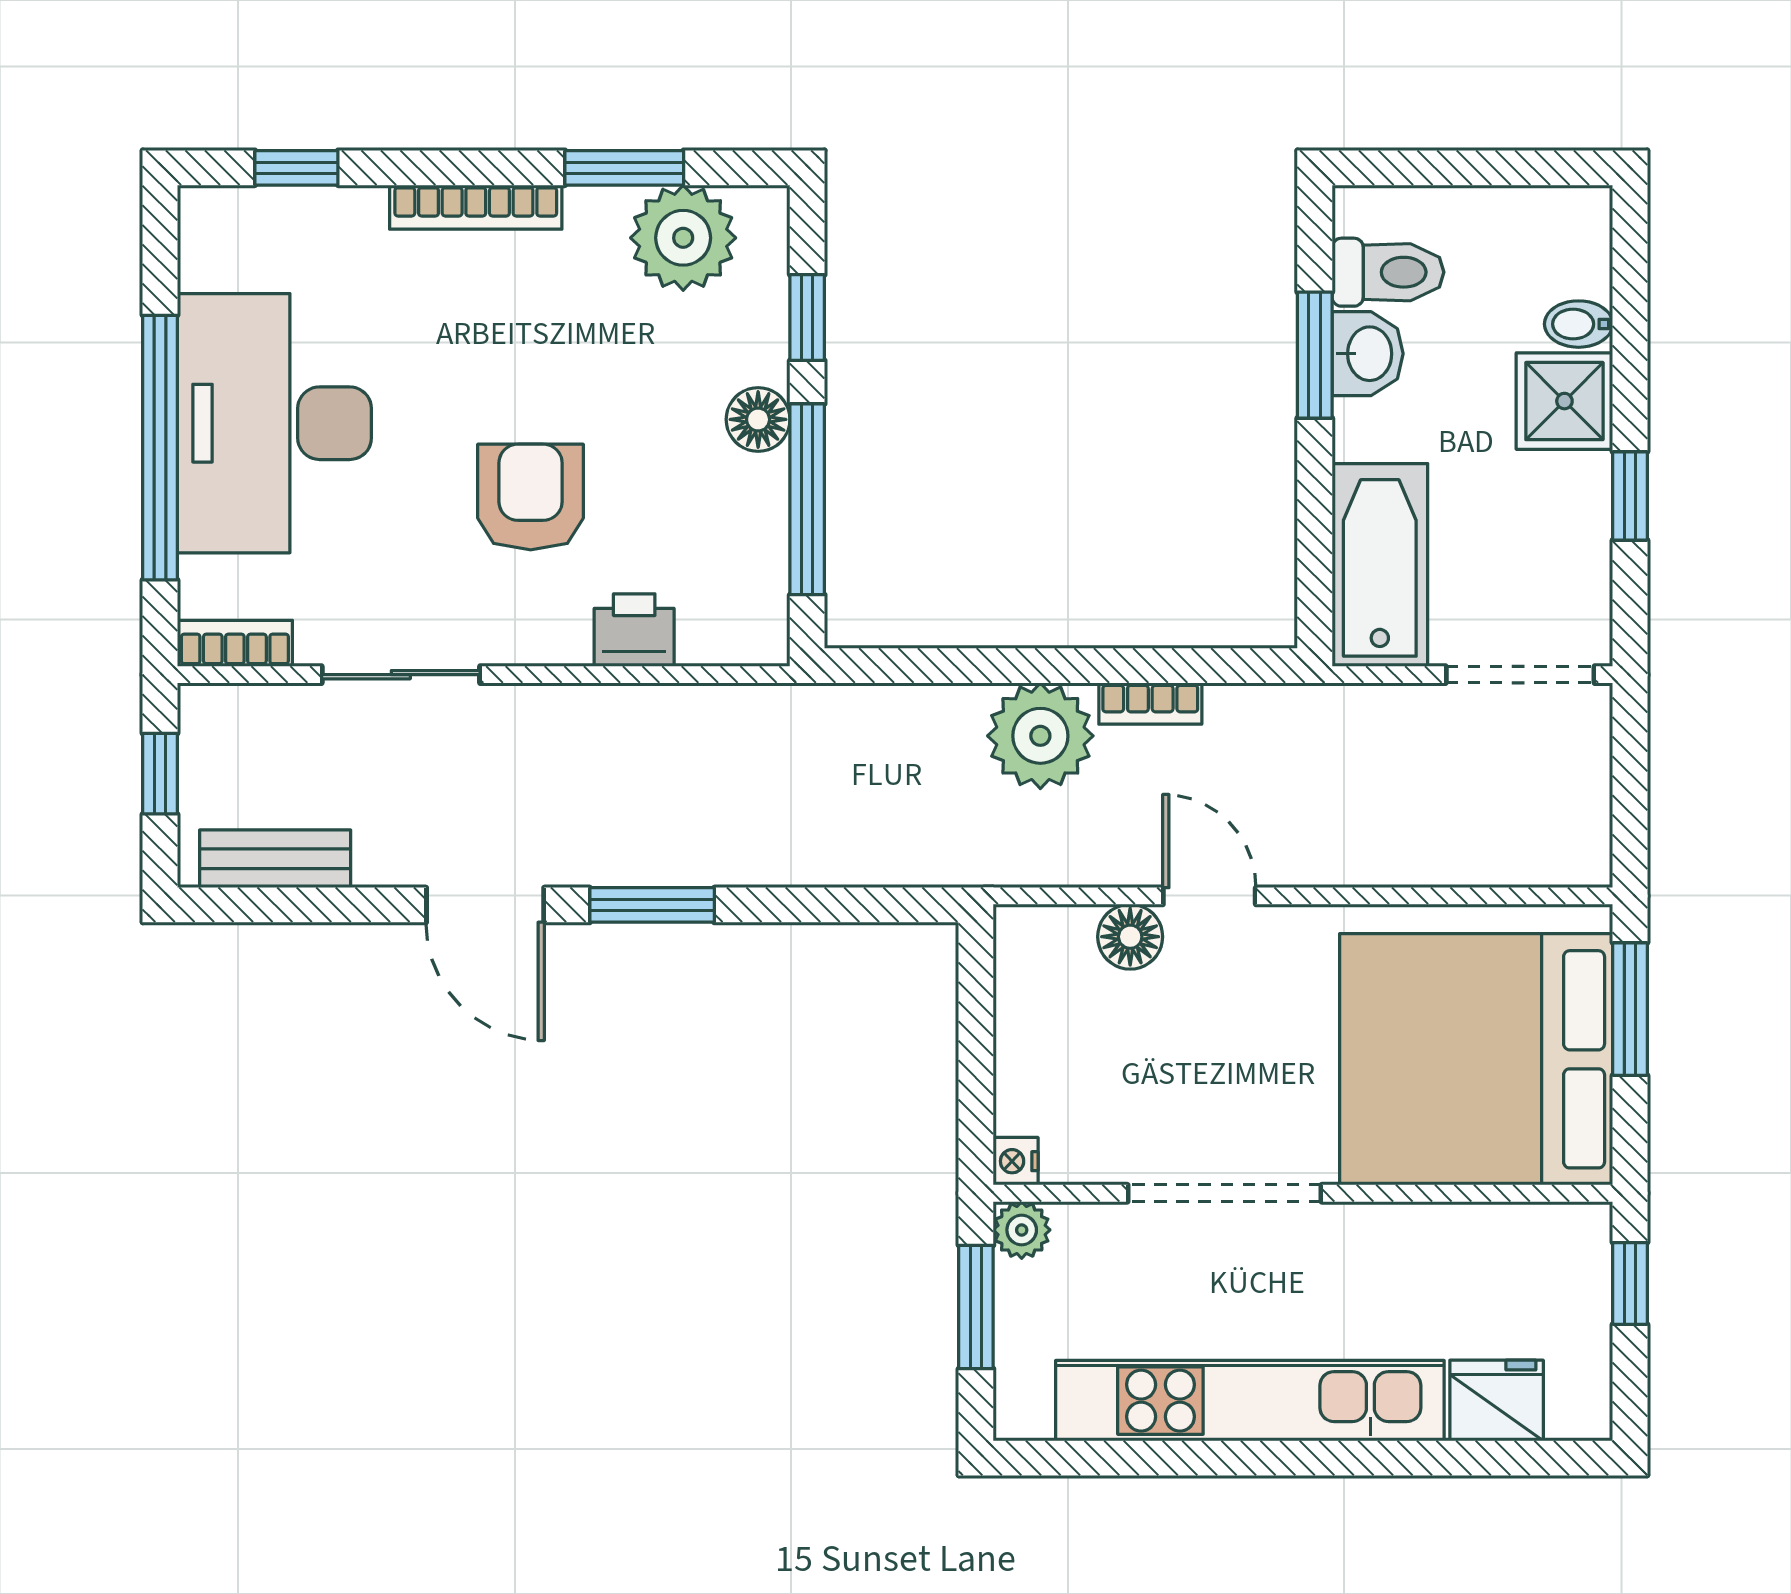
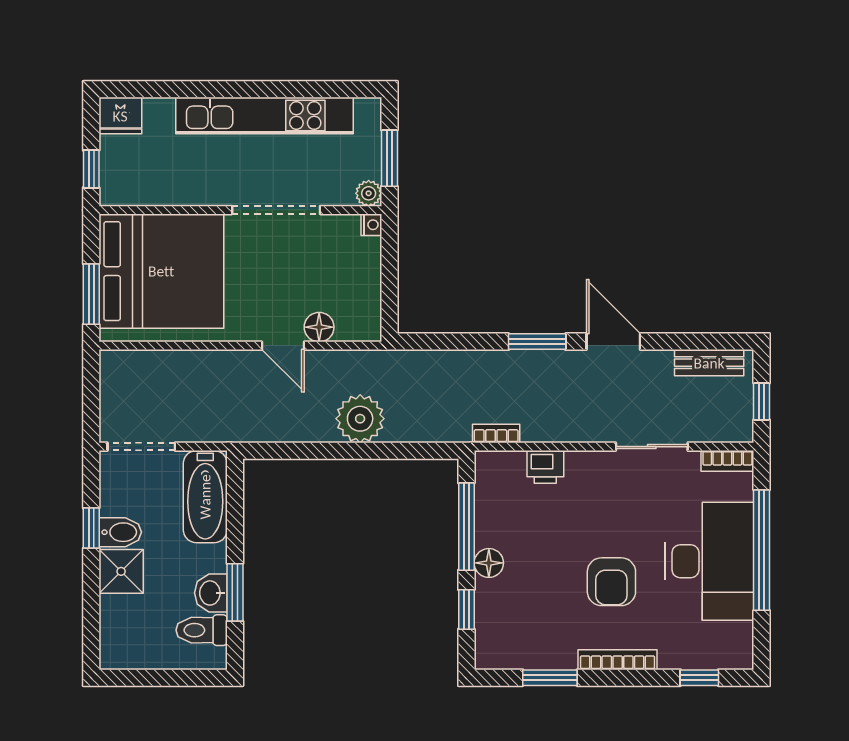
plant: (683, 238) -> (523, 646), removed
bidet: (1579, 324) -> (120, 532), moved, width x1.38, depth x1.36
armchair: (531, 497) -> (611, 582), moved
bookcase: (1150, 704) -> (496, 433), moved
fridge: (1497, 1401) -> (120, 116), moved

